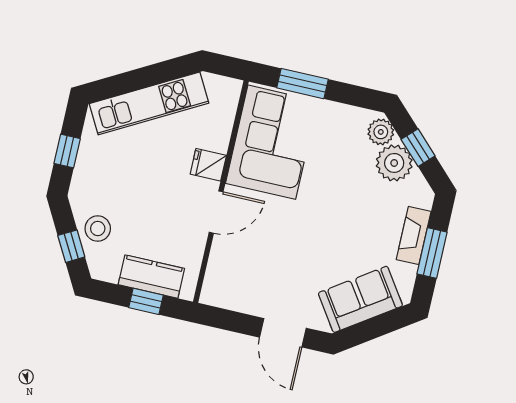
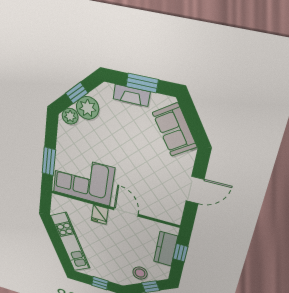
door: (283, 333) -> (195, 190), moved

